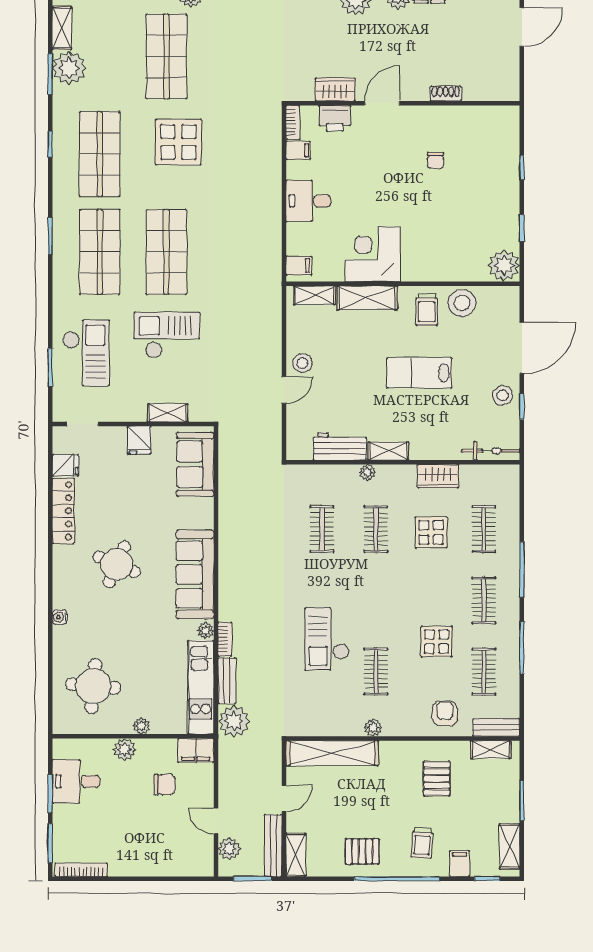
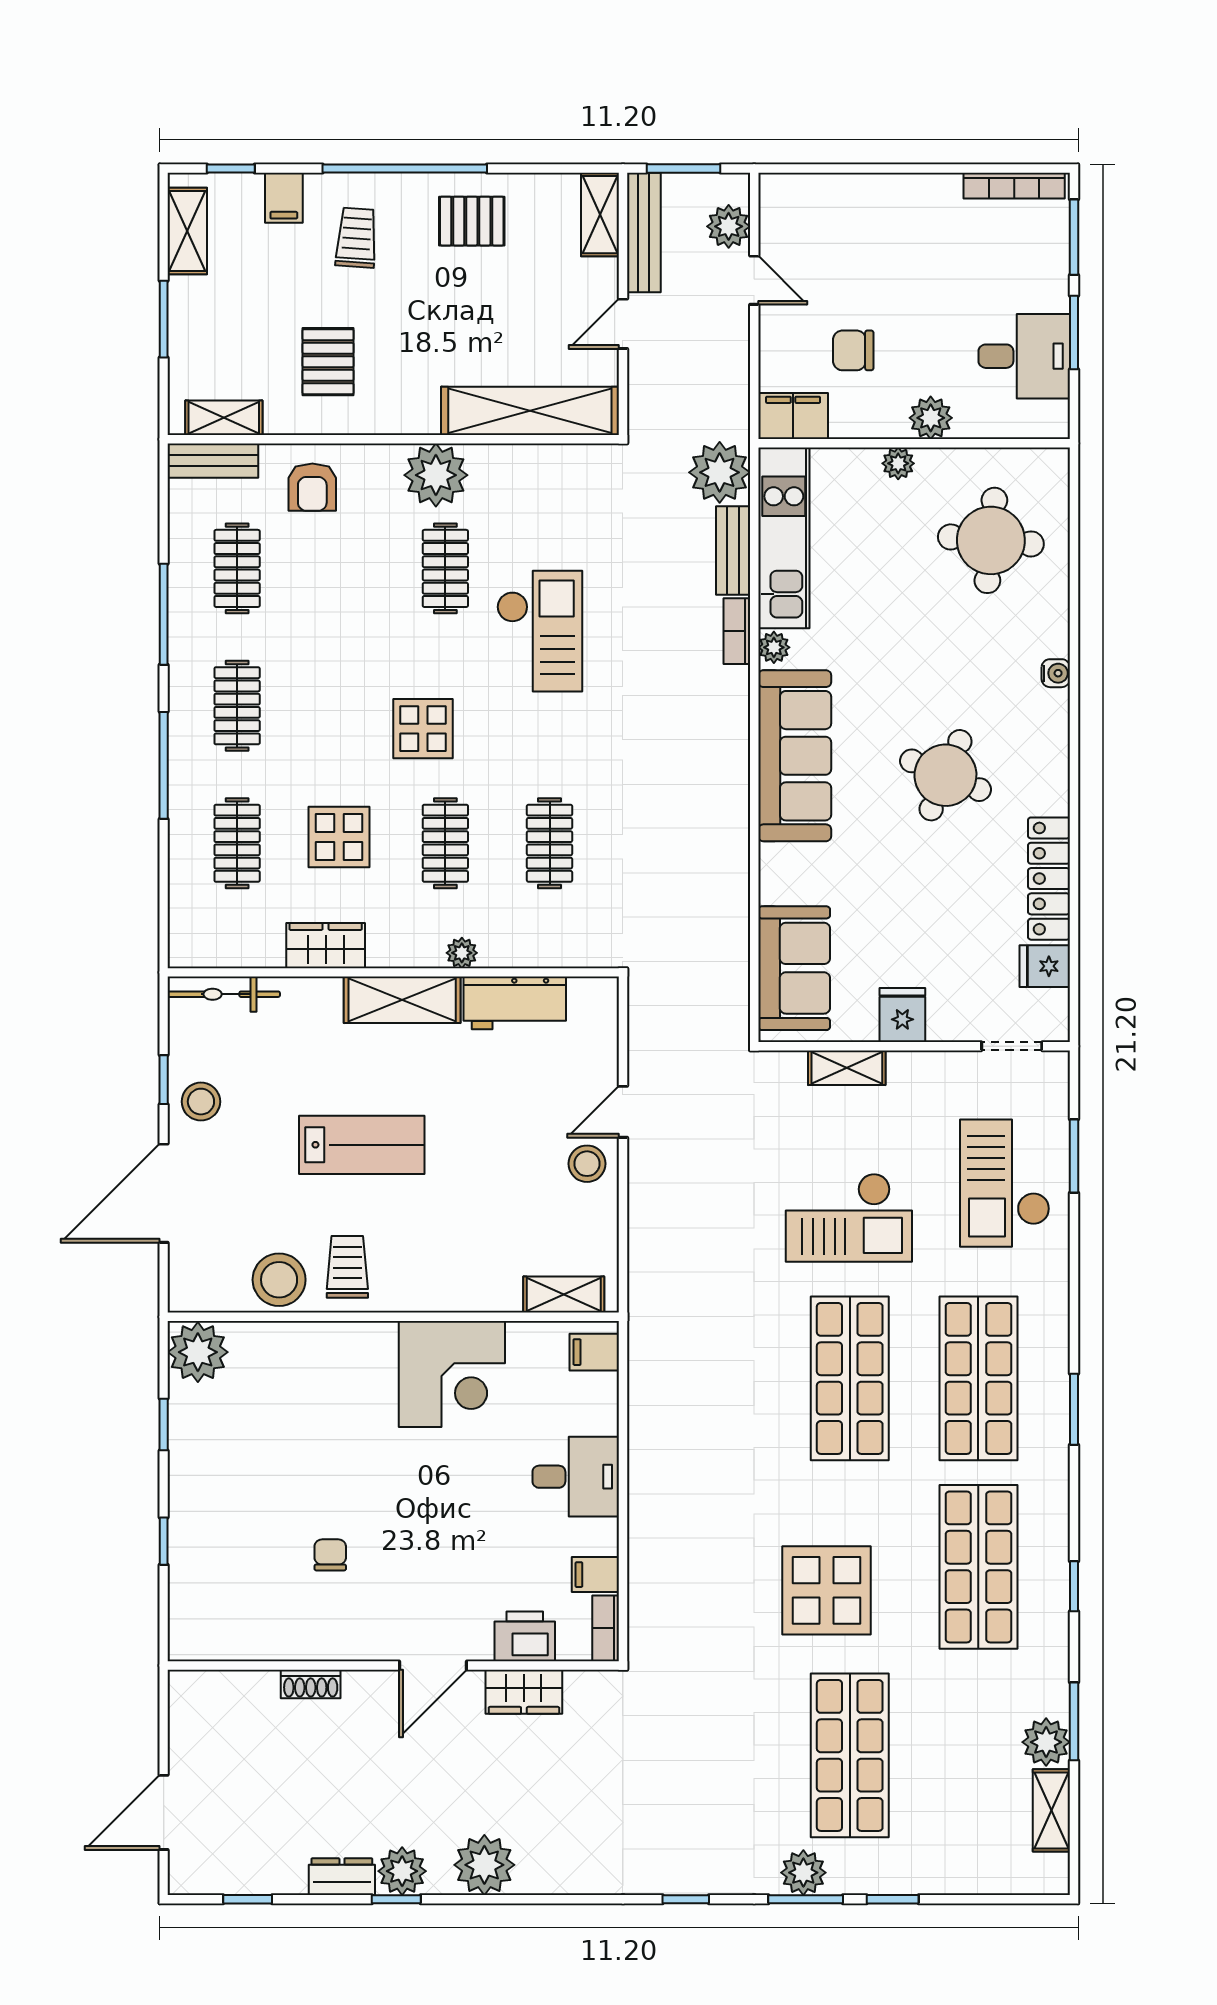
plant: (69, 68) -> (1046, 1742), width x0.73, depth x0.73
shelving: (367, 298) -> (462, 1289), removed
shelving: (388, 451) -> (402, 1000), width x1.50, depth x1.33
display table: (437, 642) -> (423, 729), moved
plant: (373, 728) -> (436, 475), width x1.88, depth x1.88

